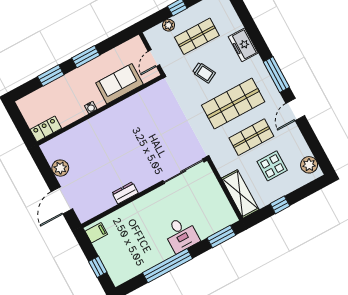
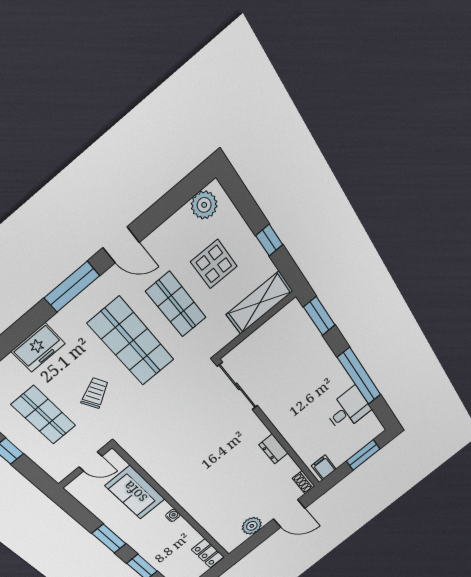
plant: (169, 25) -> (38, 456), removed
shoe rack: (88, 215) -> (304, 482), added
desk: (181, 234) -> (348, 410), moved
window: (98, 267) -> (363, 455), width x1.50

